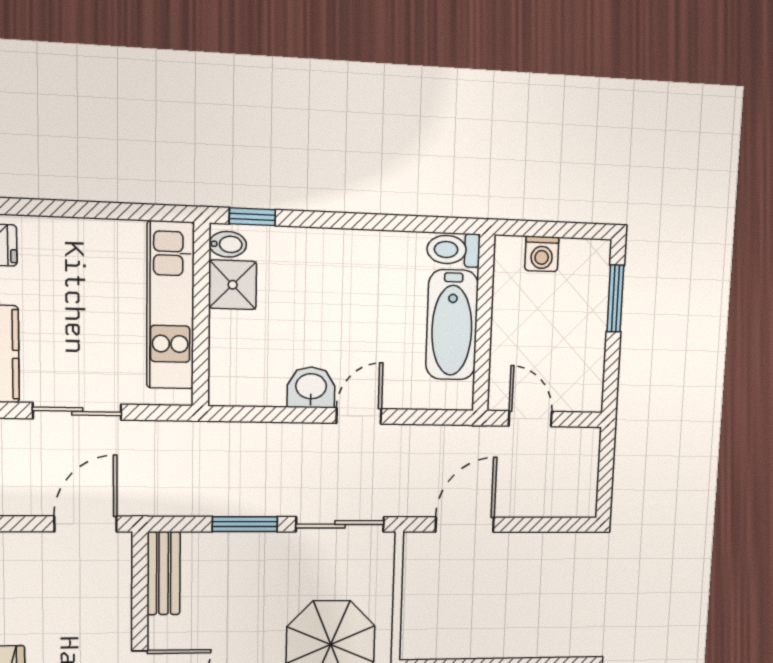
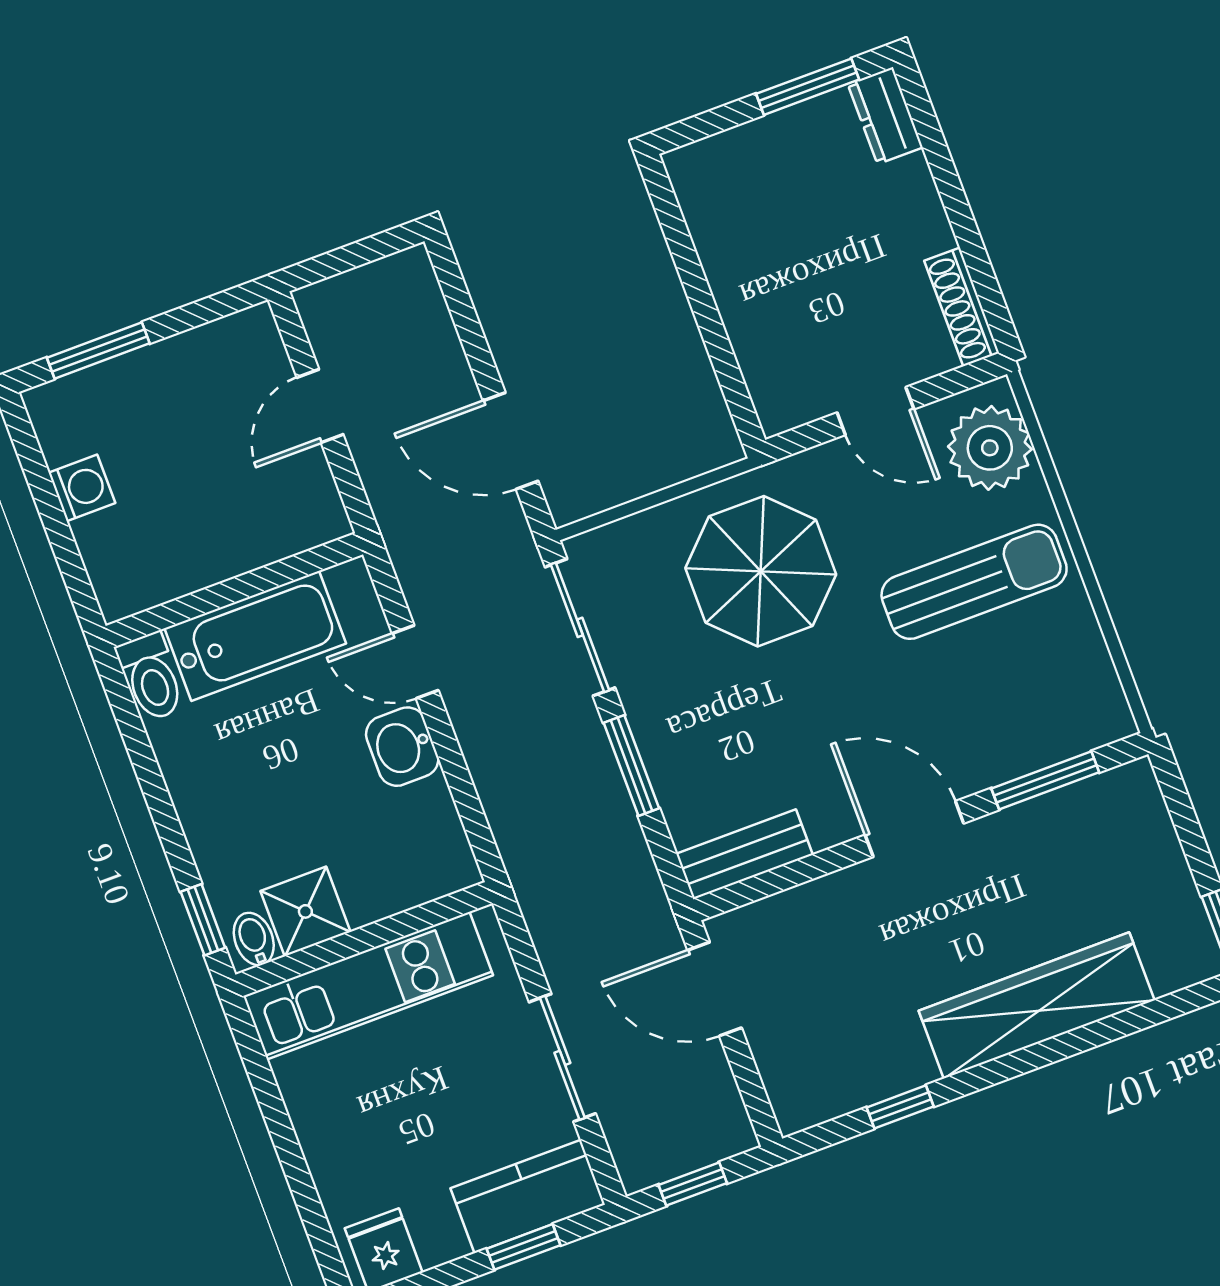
toilet: (453, 250) -> (151, 677), moved
wall: (484, 323) -> (234, 590), moved
bathtub: (452, 325) -> (255, 636), moved

